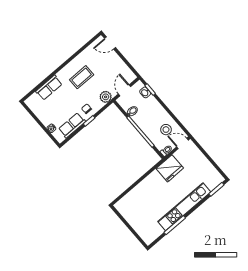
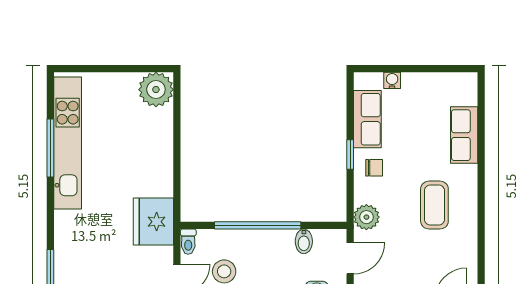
door: (125, 90) -> (350, 258), hinge flipped
plant: (124, 206) -> (156, 90), added
kitchen unit: (184, 207) -> (68, 143), moved

